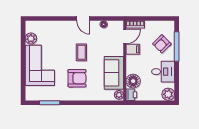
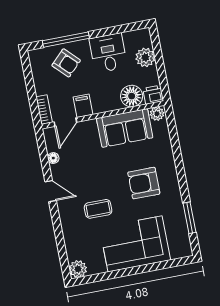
door: (83, 19) -> (51, 191), hinge flipped
door: (125, 36) -> (65, 122), swing flipped
plant: (31, 38) -> (78, 269), moved
coffee table: (81, 52) -> (98, 209), moved
armchair: (77, 78) -> (144, 183), turned -90
plant: (168, 94) -> (145, 57), moved

